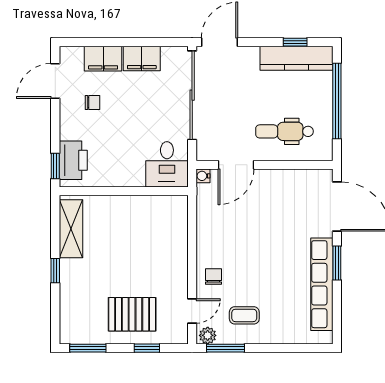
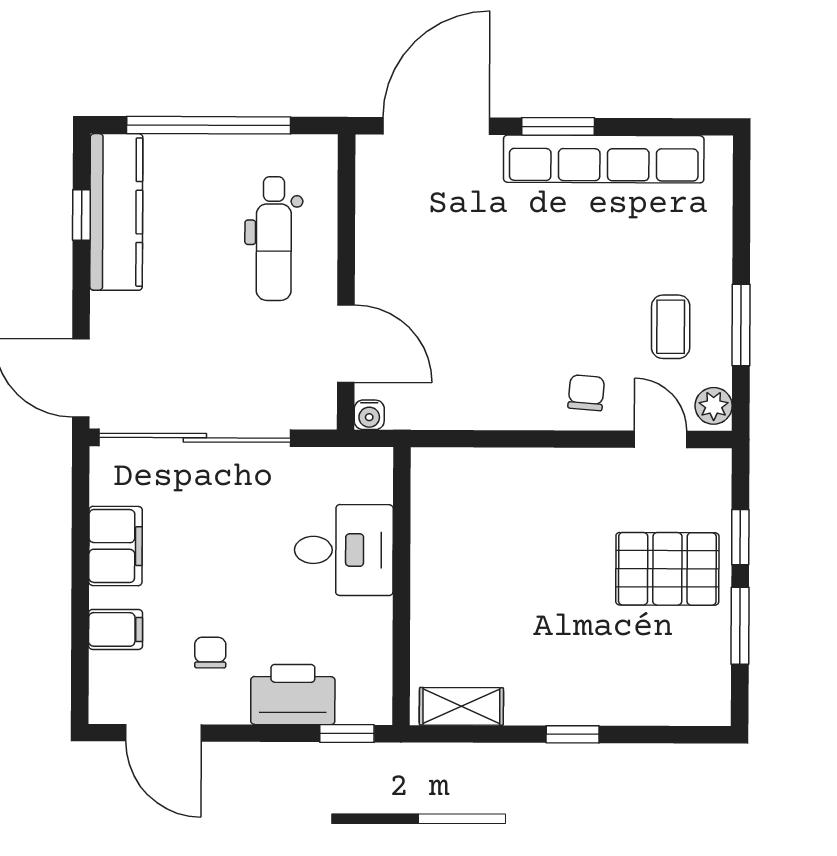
filing cabinet: (103, 59) -> (116, 629), width x0.50
printer: (73, 160) -> (293, 694), moved
desk: (167, 164) -> (344, 550), moved
shelving: (71, 229) -> (461, 706), width x0.67, depth x0.75
chair: (214, 276) -> (586, 393), turned 95
pallet: (132, 314) -> (667, 569), turned 90
window: (88, 348) -> (740, 626), moved
window: (226, 348) -> (741, 325), moved

